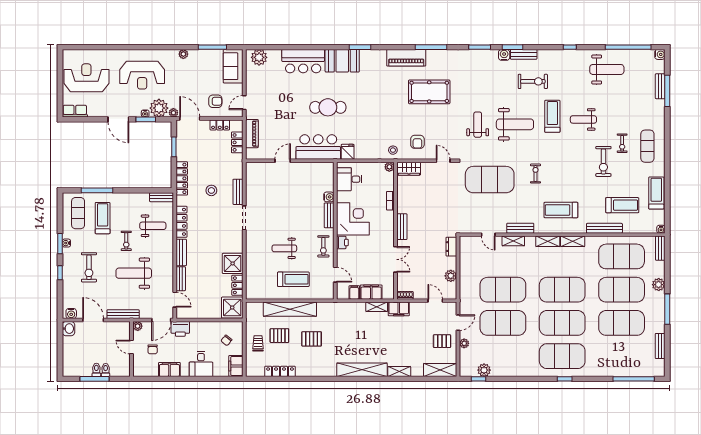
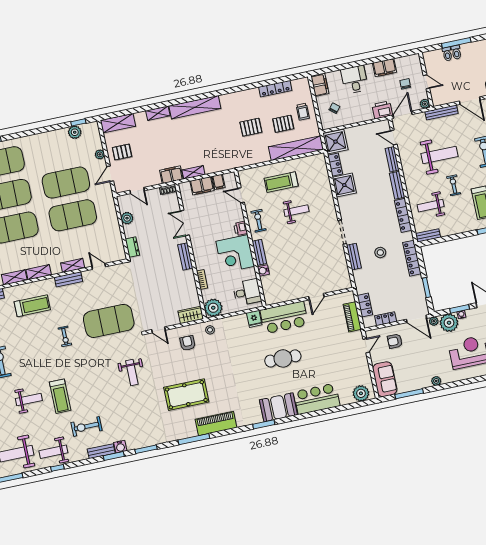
weight bench: (515, 124) -> (53, 452), moved, width x0.73, depth x0.75
plant: (389, 167) -> (213, 308), width x1.87, depth x1.87
shelving: (290, 309) -> (296, 148), moved

